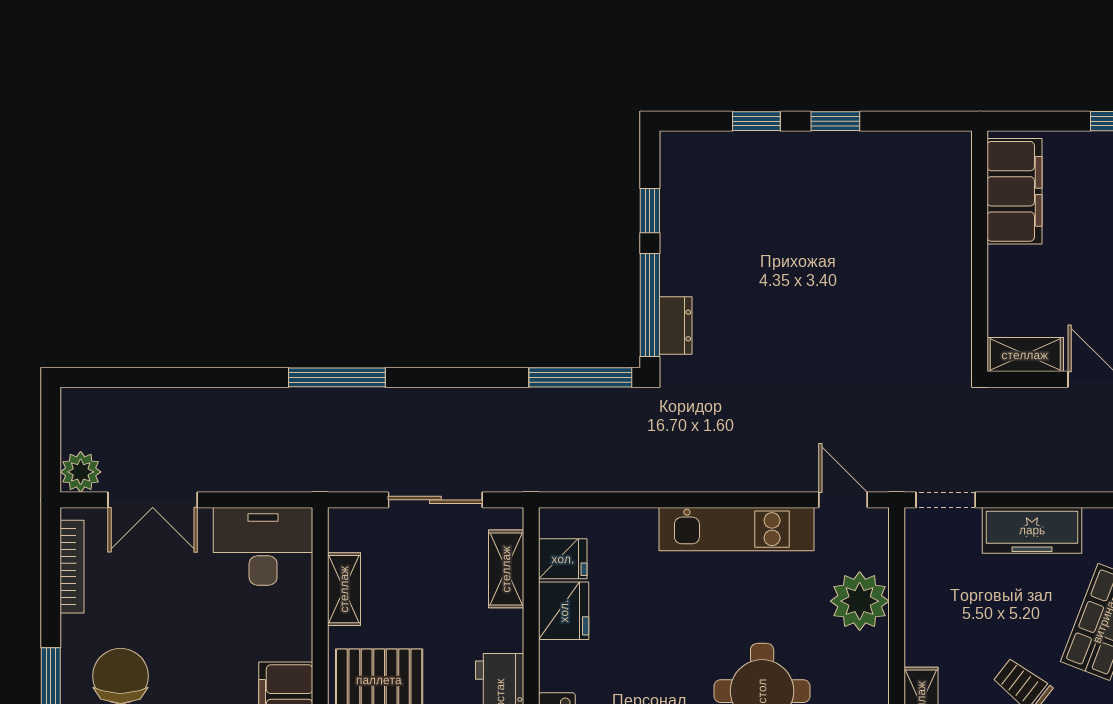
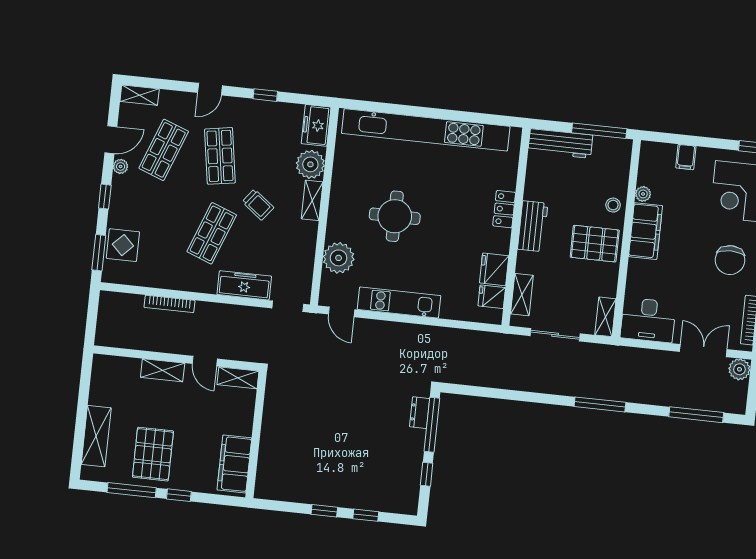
window: (580, 377) -> (696, 415), moved
shelving: (344, 589) -> (605, 317), moved

